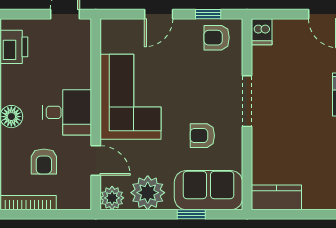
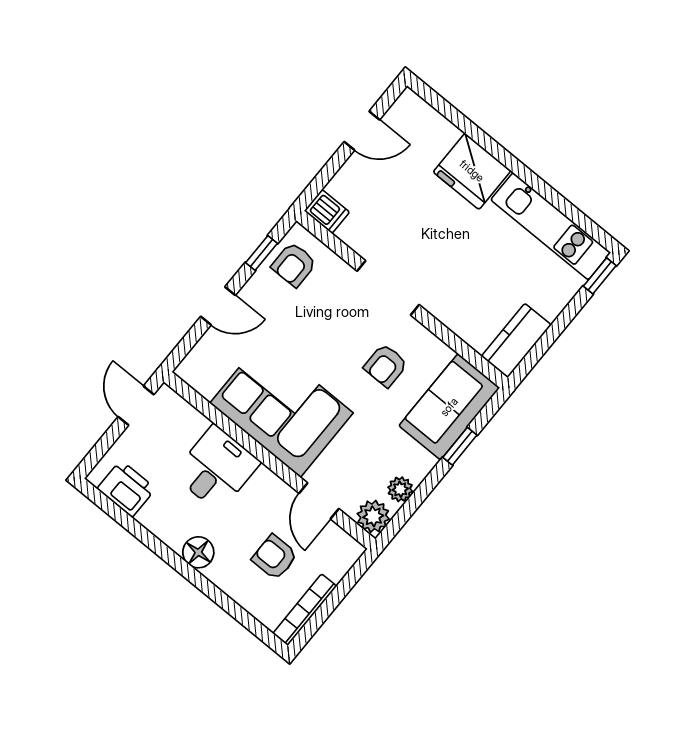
door: (159, 14) -> (218, 306), hinge flipped
desk: (67, 112) -> (217, 468), moved
armchair: (44, 161) -> (275, 557), turned 180
door: (96, 161) -> (319, 501), swing flipped
plant: (148, 193) -> (400, 489), width x0.53, depth x0.53

